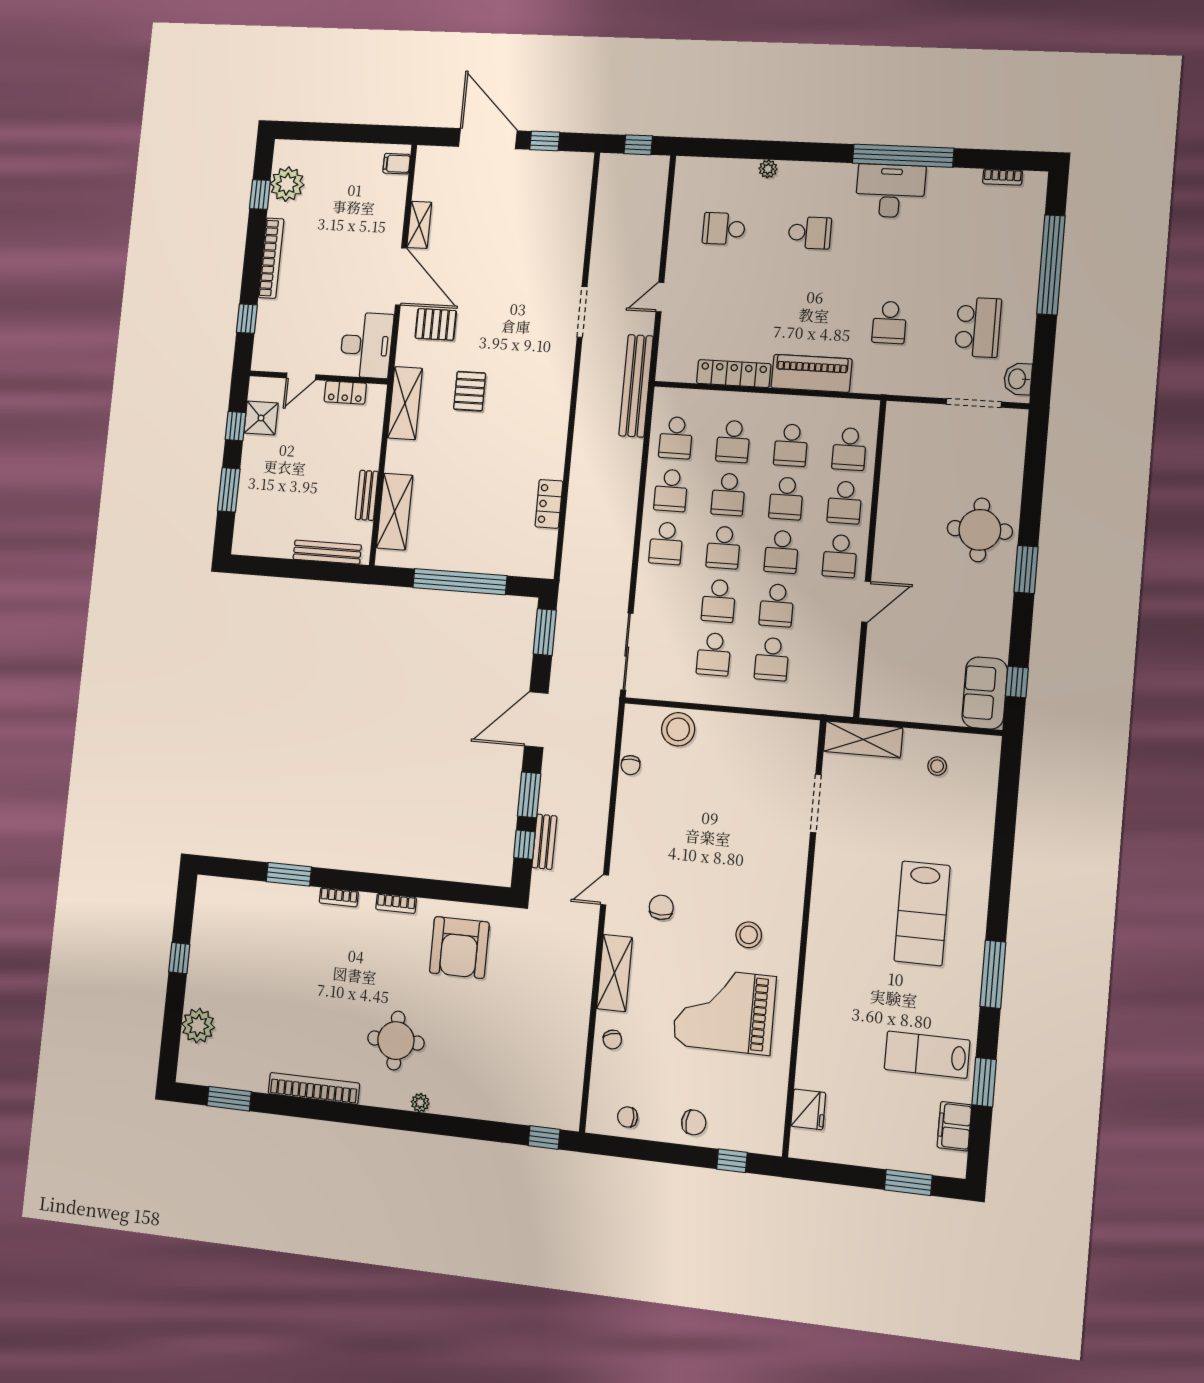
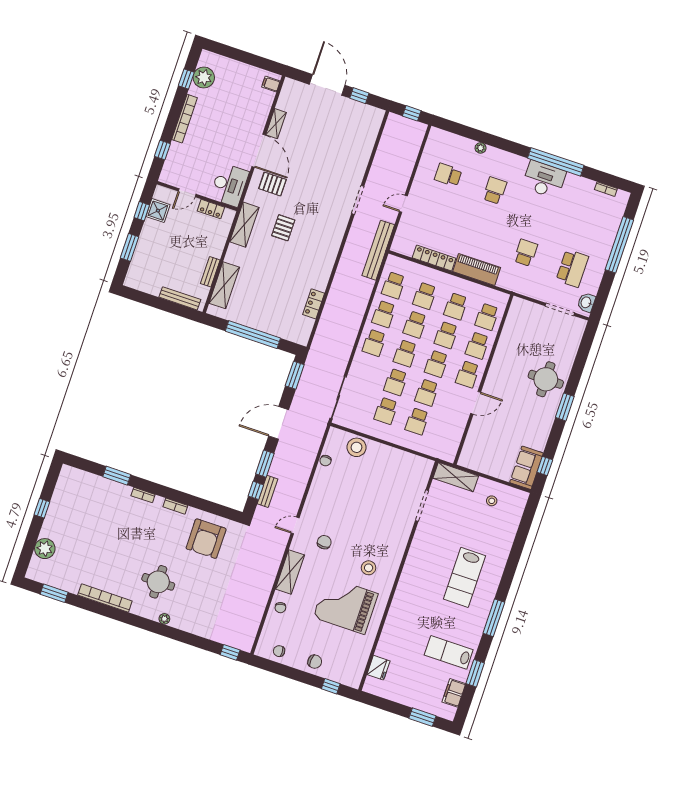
school desk: (810, 233) -> (495, 191), turned -90
school desk: (889, 322) -> (526, 253), turned 180

